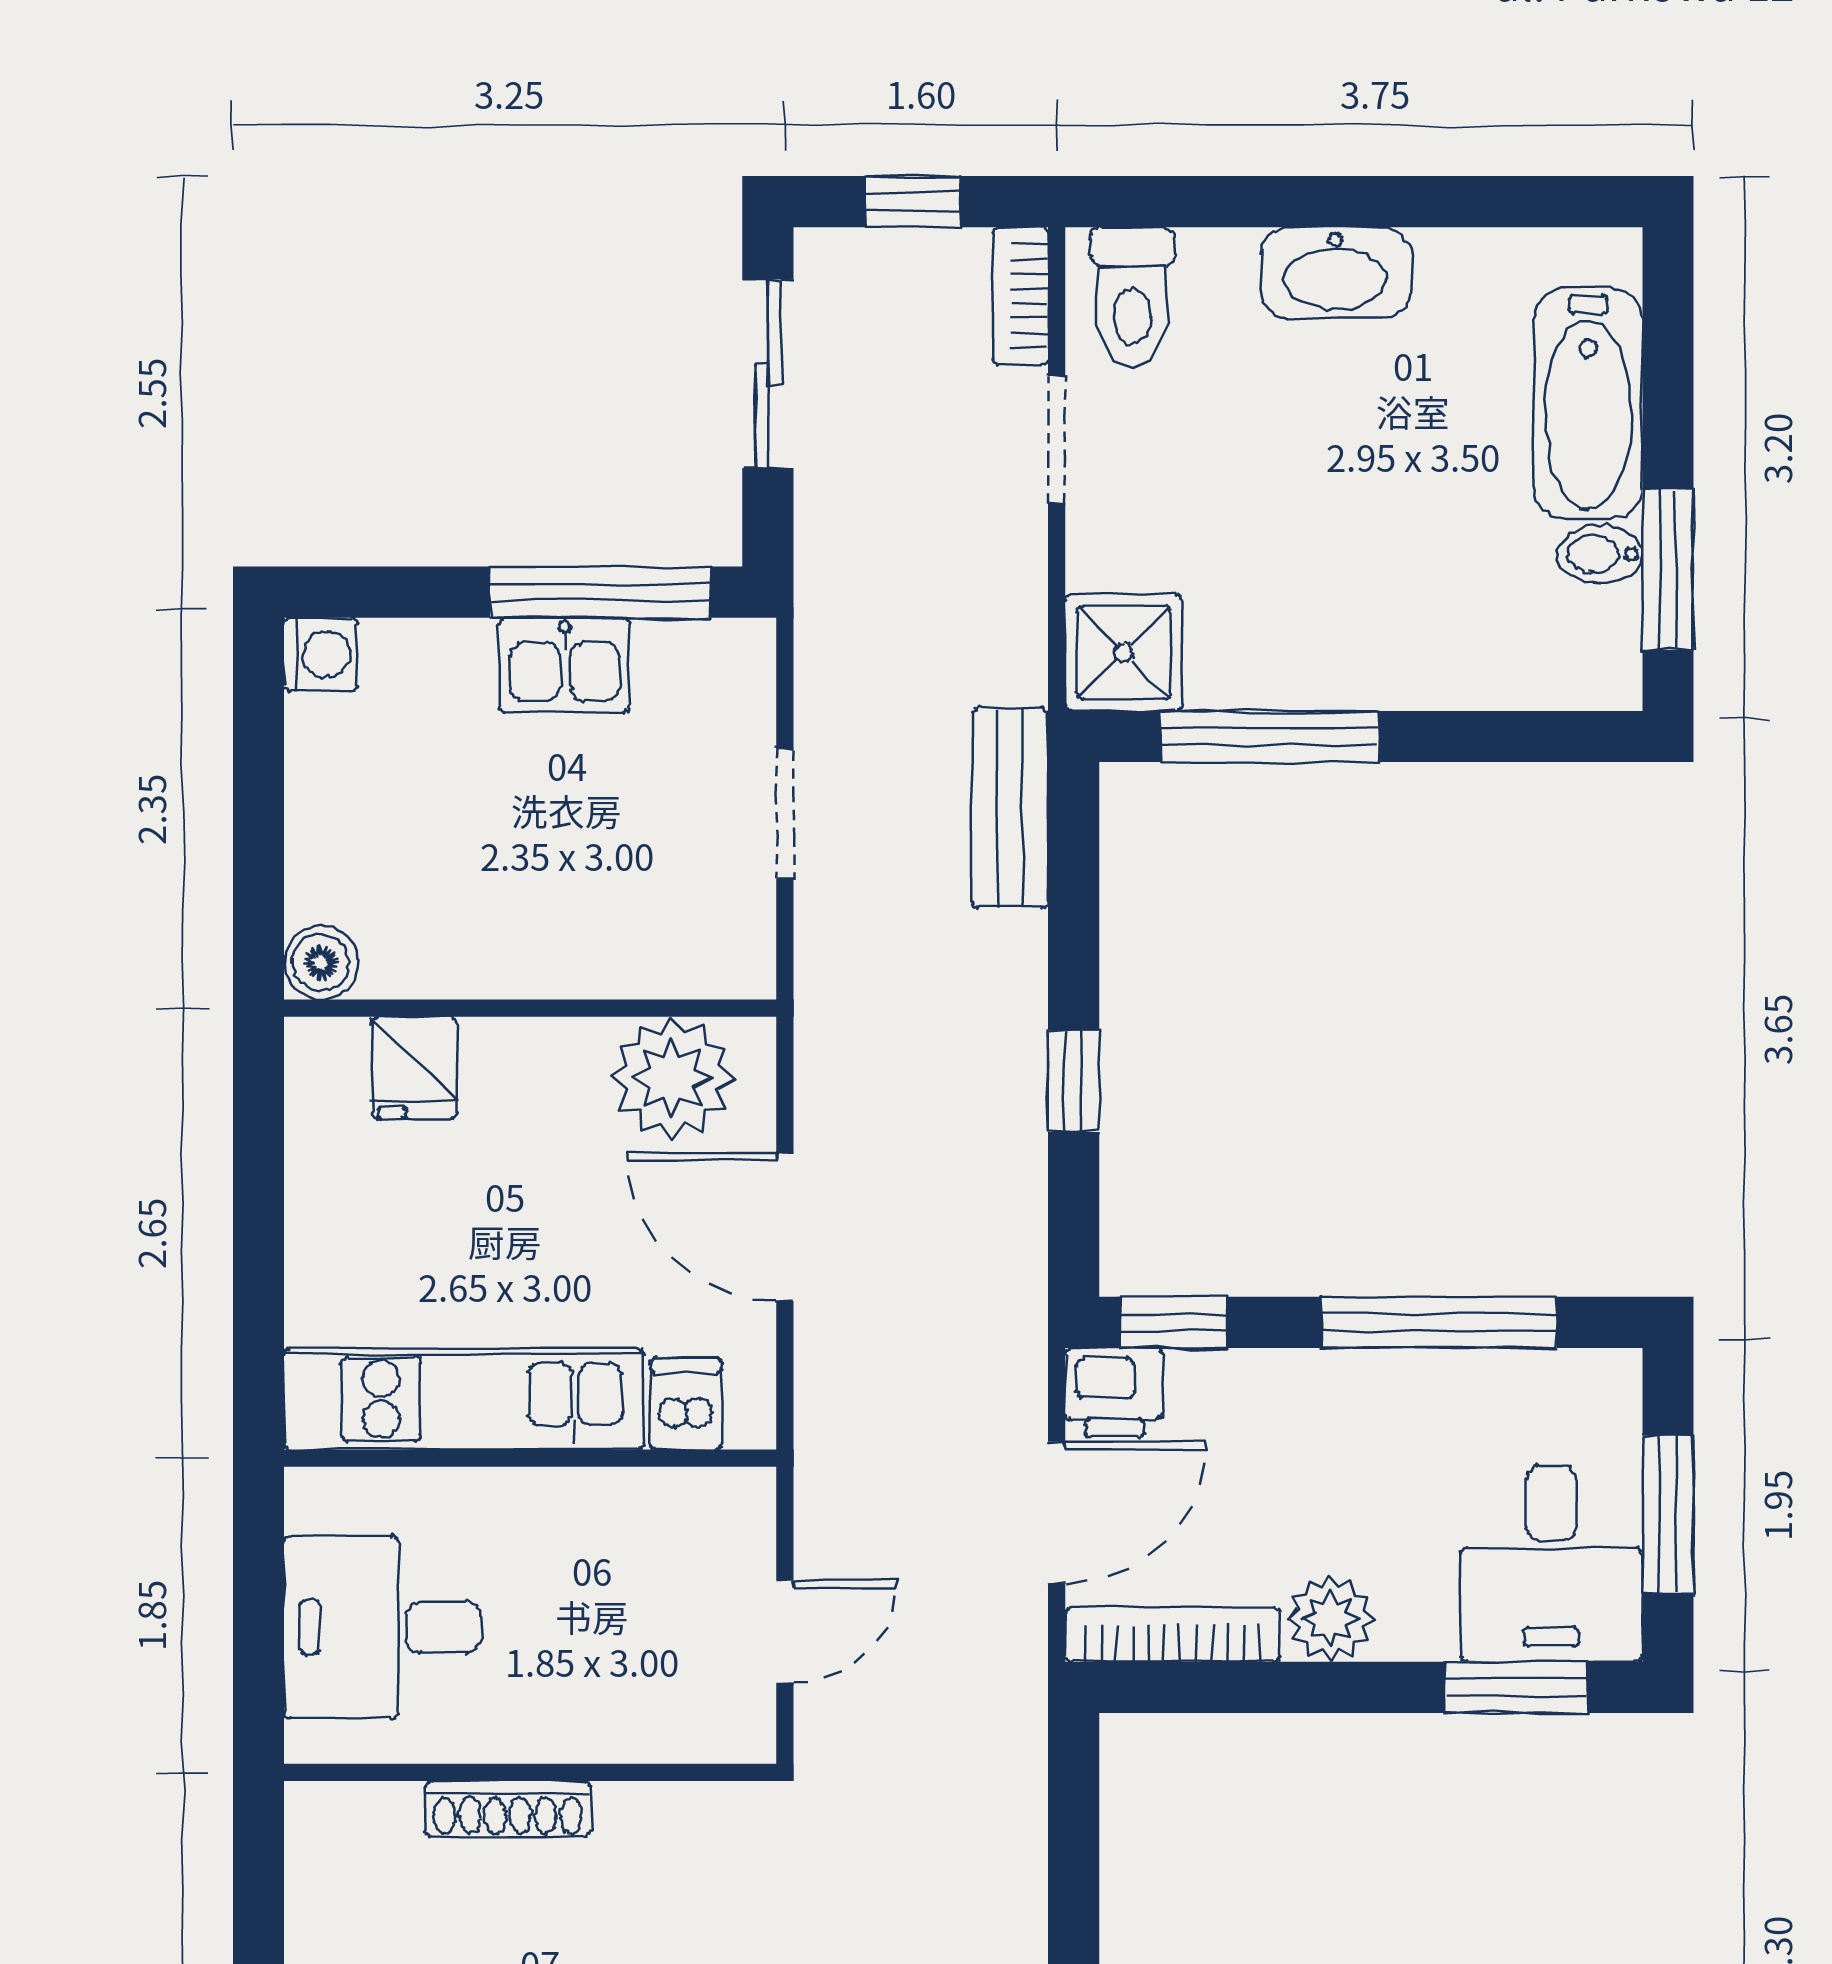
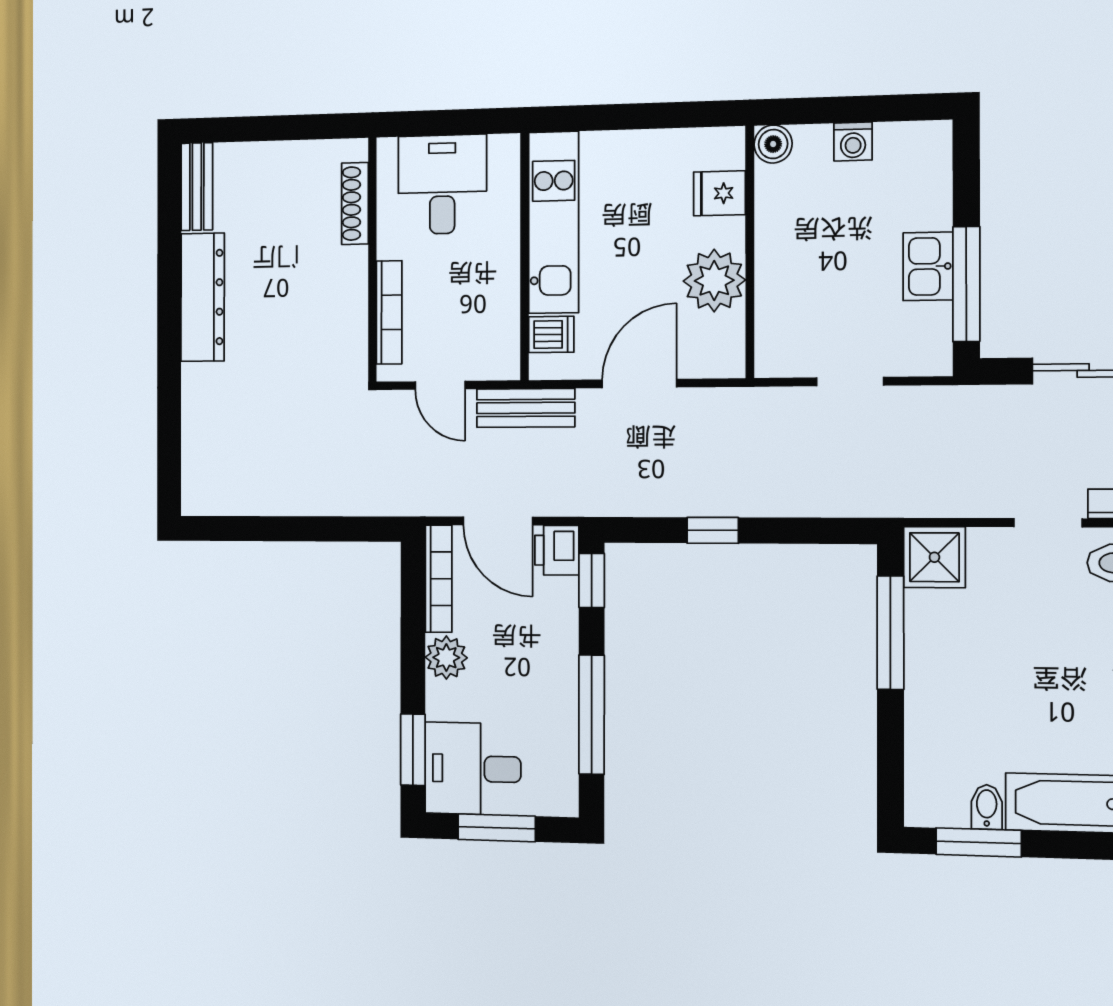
washing machine: (321, 654) -> (853, 141), moved
bench: (1010, 808) -> (526, 408), moved
plant: (672, 1078) -> (714, 281), moved
bookcase: (637, 1737) -> (389, 312), added
shoe rack: (508, 1809) -> (355, 203), moved

